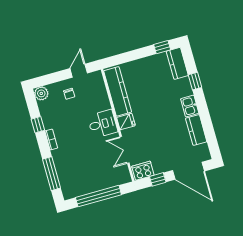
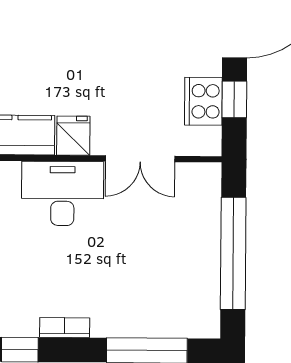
desk: (103, 124) -> (62, 193), width x1.37
cooker: (143, 171) -> (203, 101), moved

